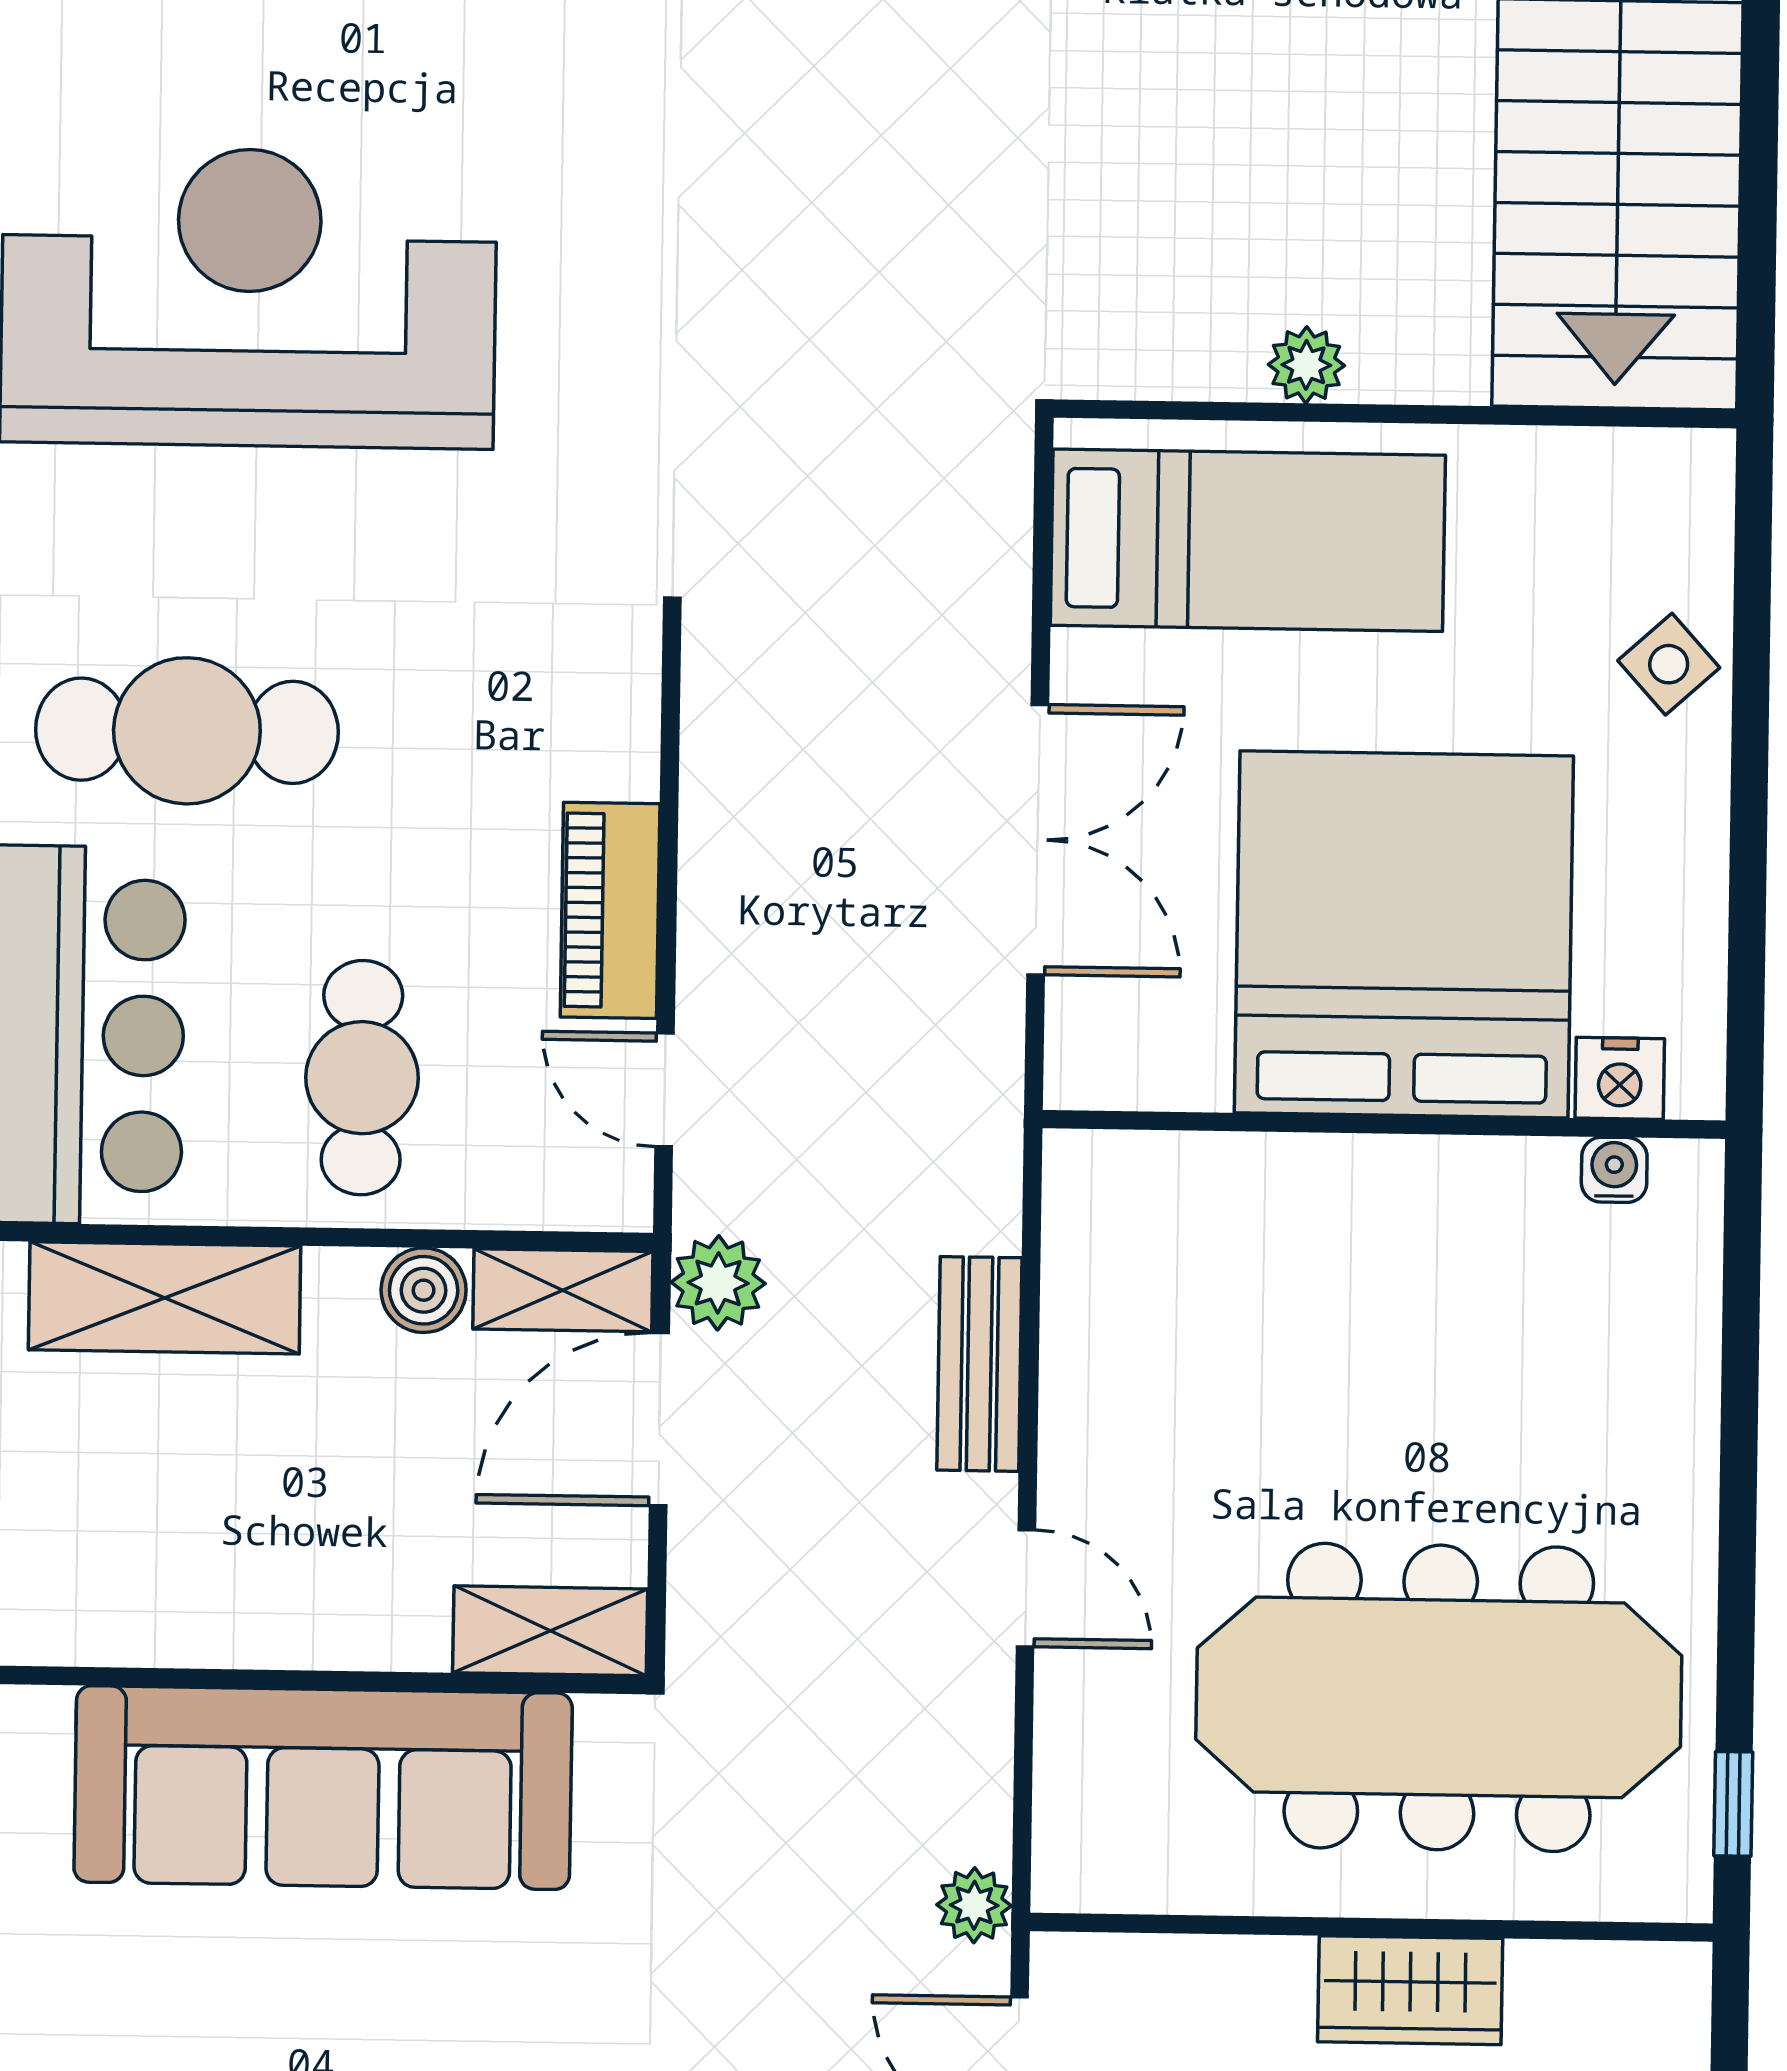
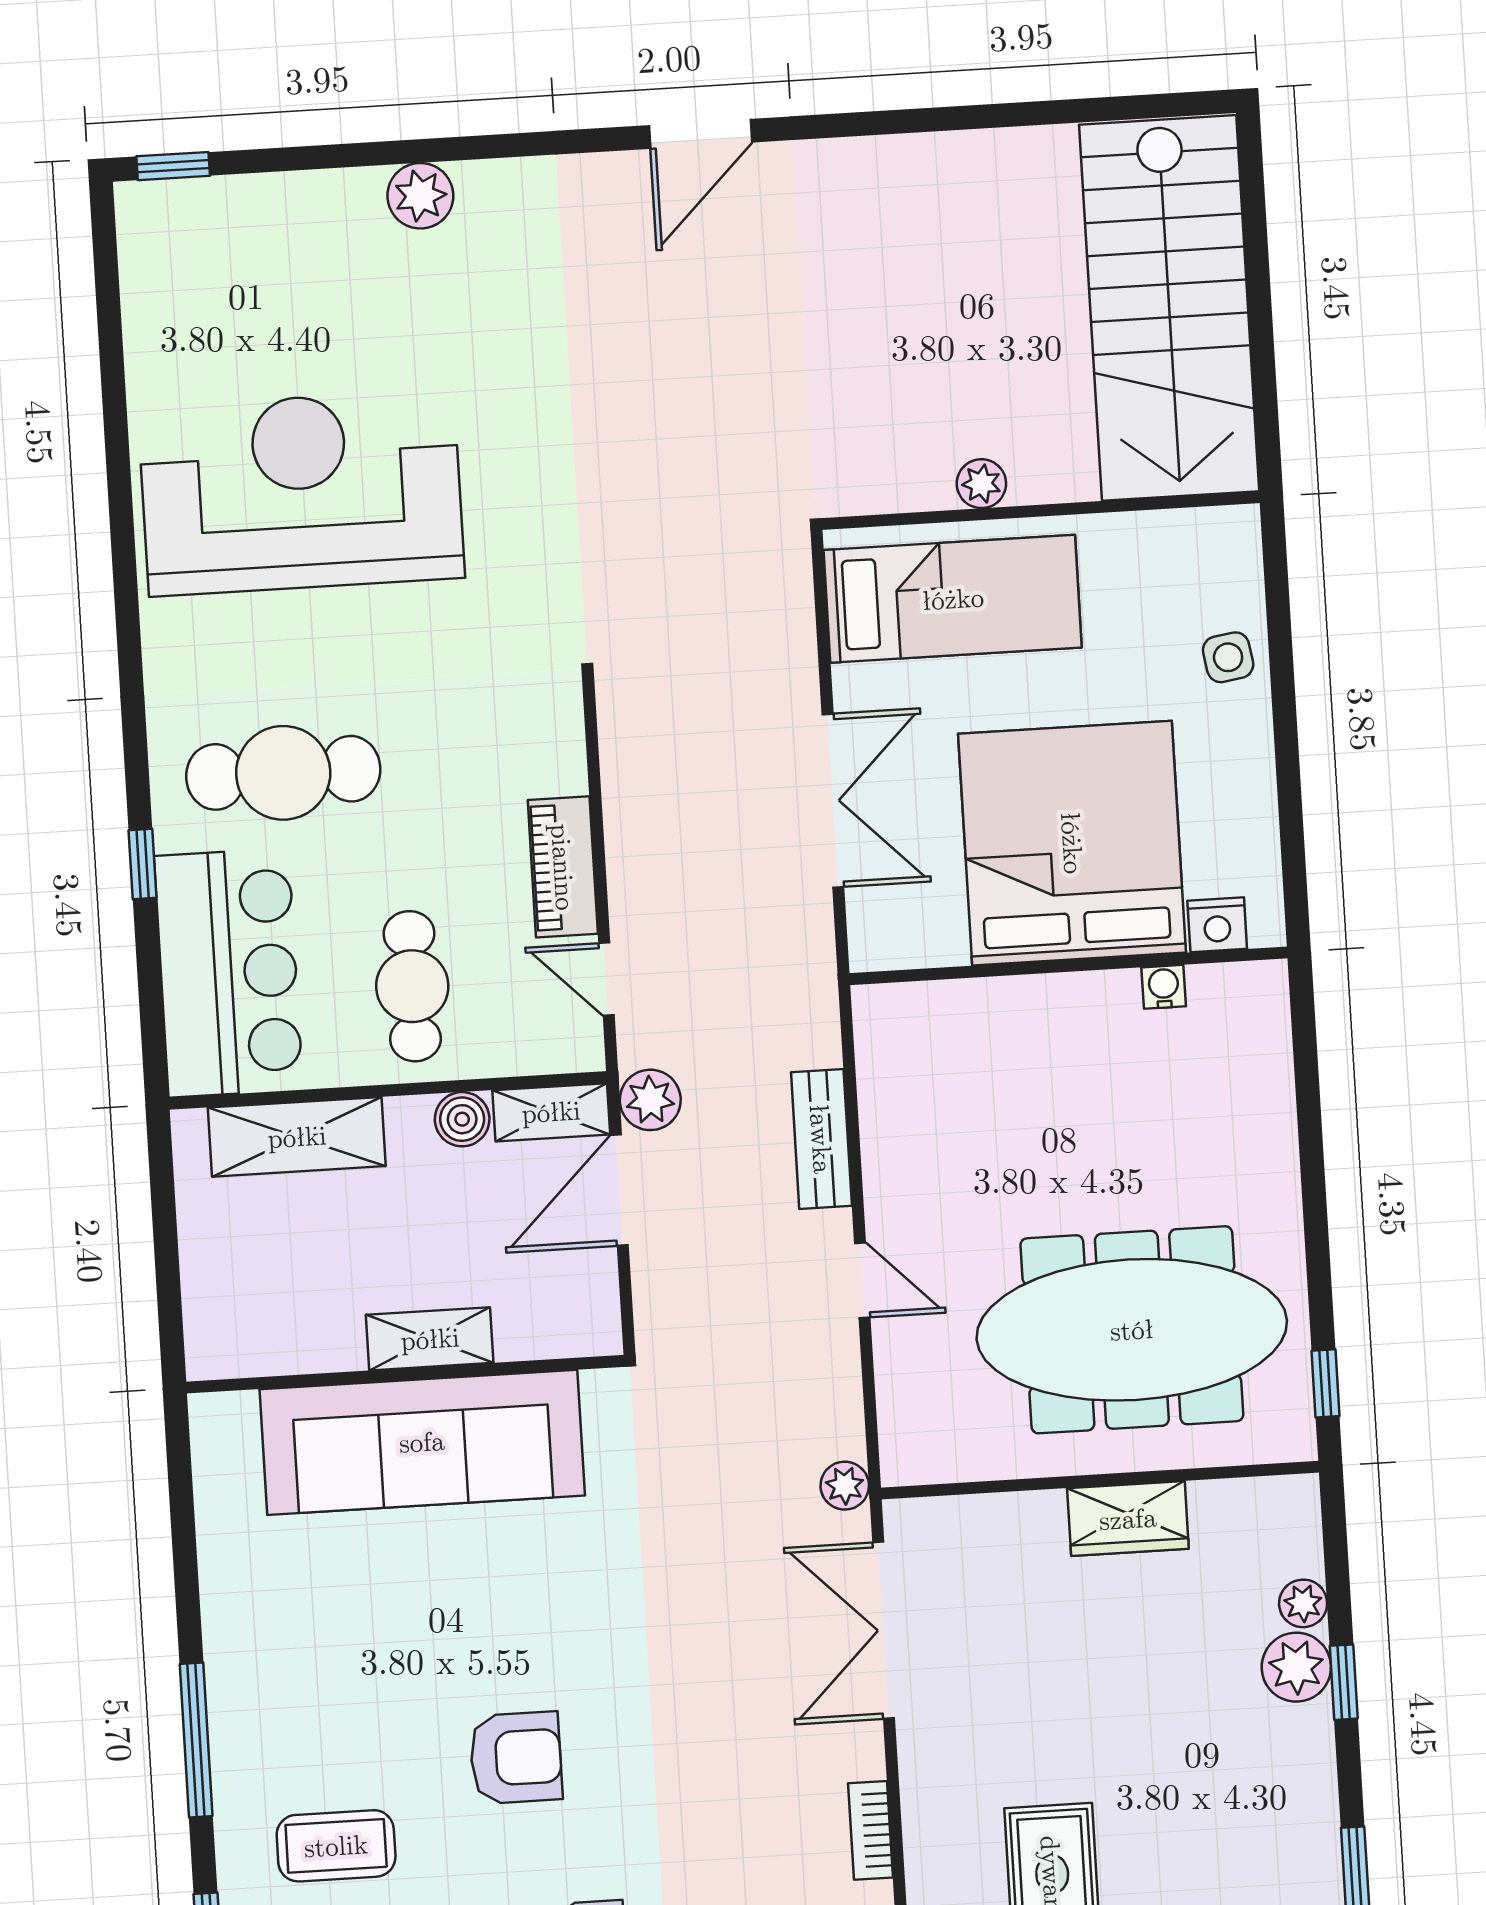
side table: (1669, 664) -> (1228, 657), turned 33
water cooler: (1614, 1170) -> (1164, 987), moved
shelving: (550, 1631) -> (430, 1339), moved

